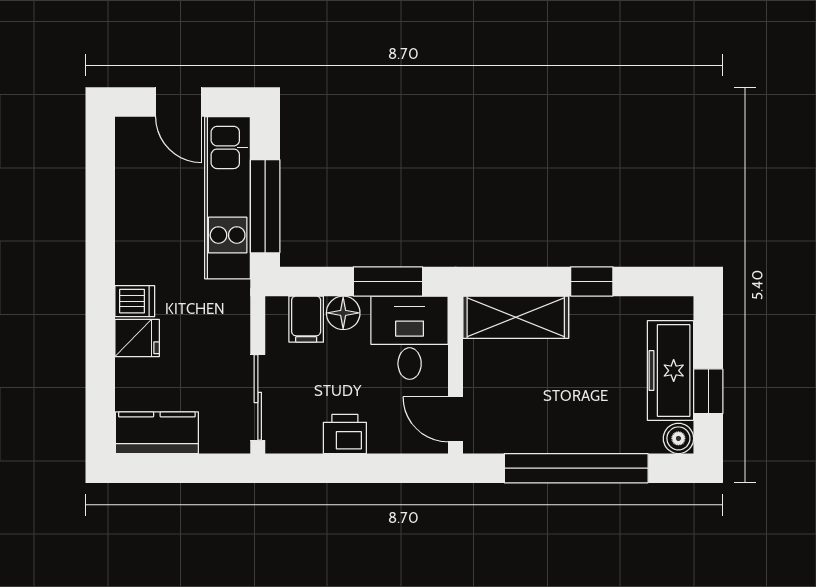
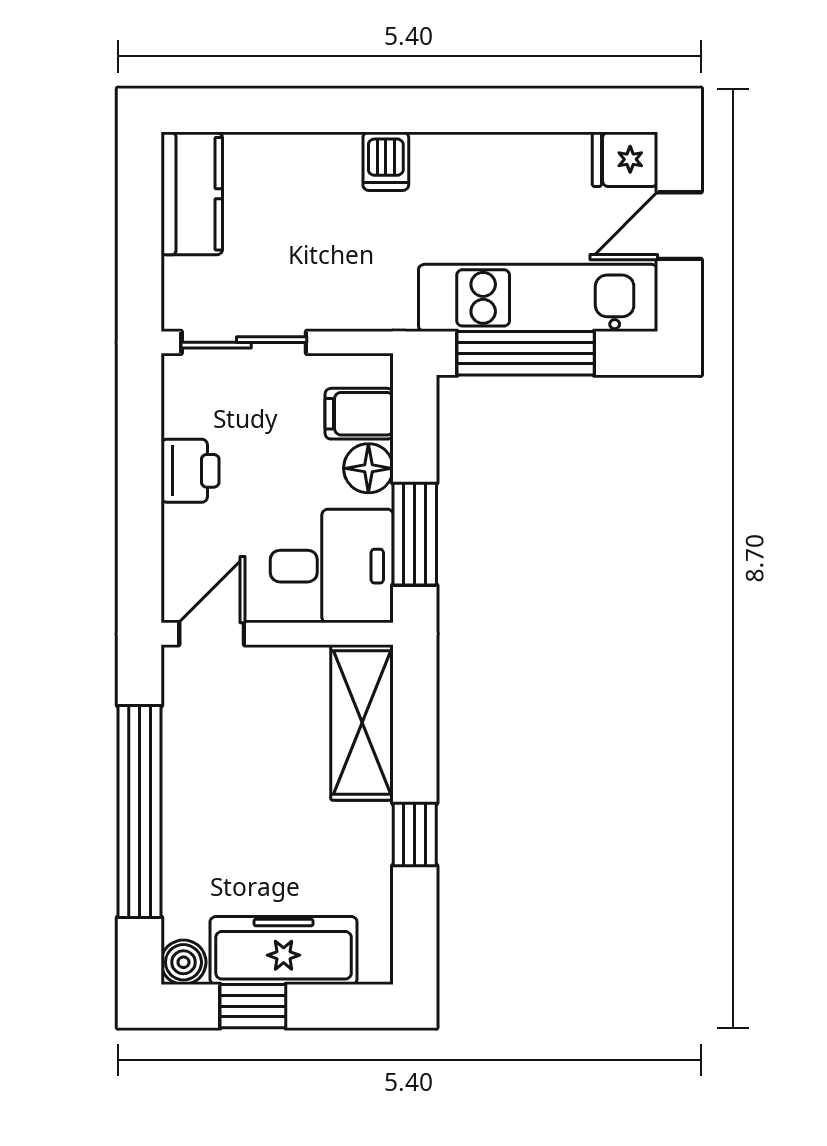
fridge: (137, 338) -> (625, 159), moved, turned 90

